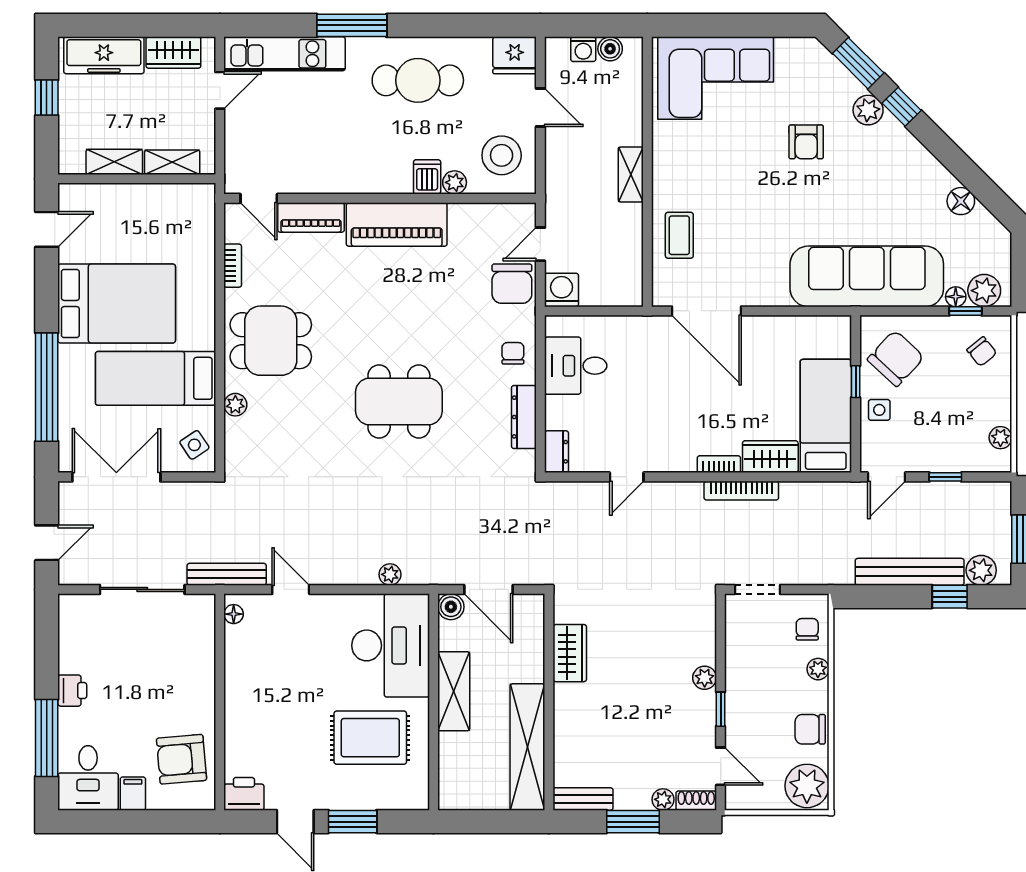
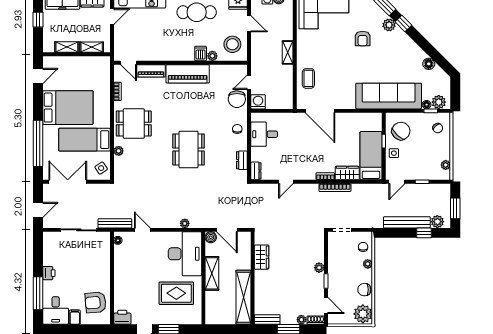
dining table: (399, 401) -> (189, 150), turned 90
dresser: (524, 417) -> (242, 160), width x0.70

